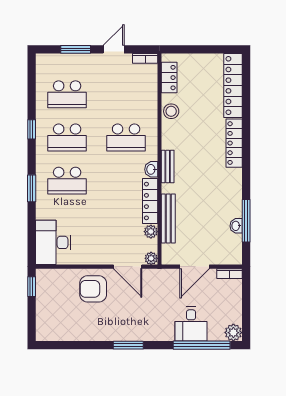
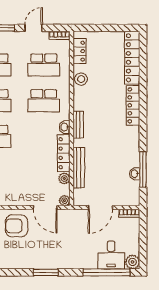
school desk: (126, 94) -> (44, 65), added
desk: (191, 324) -> (111, 255), moved

